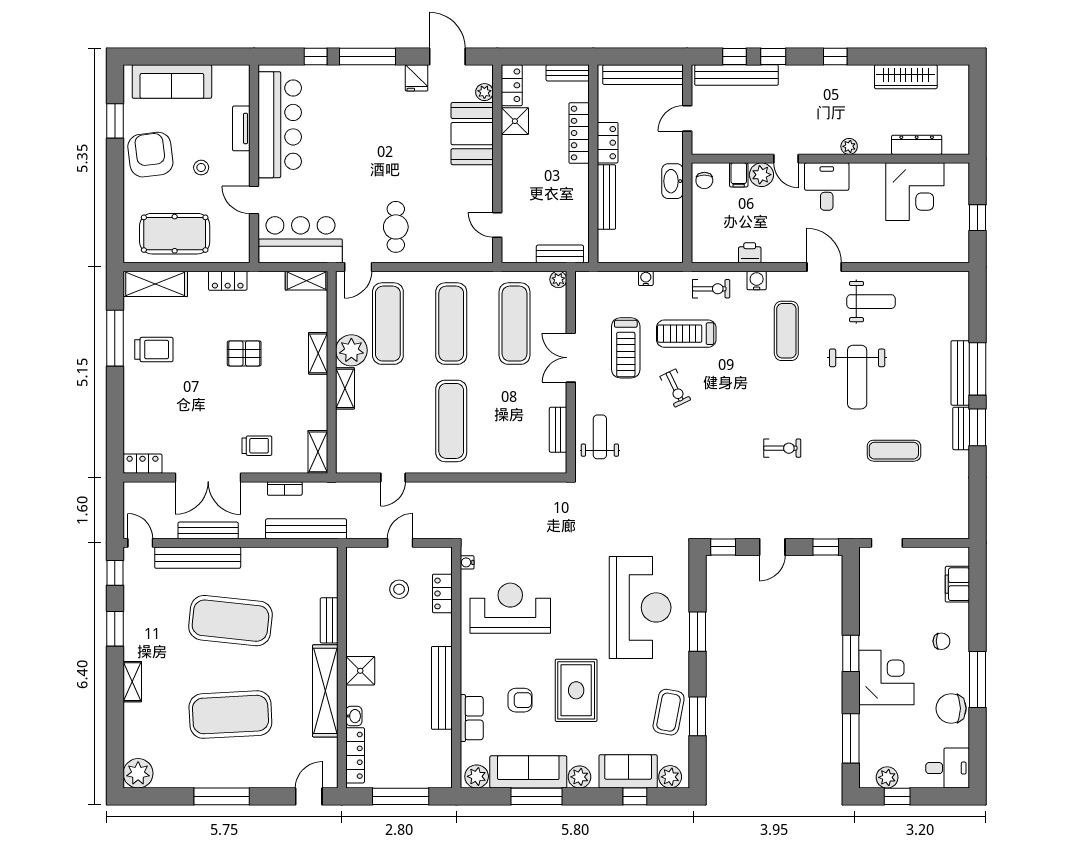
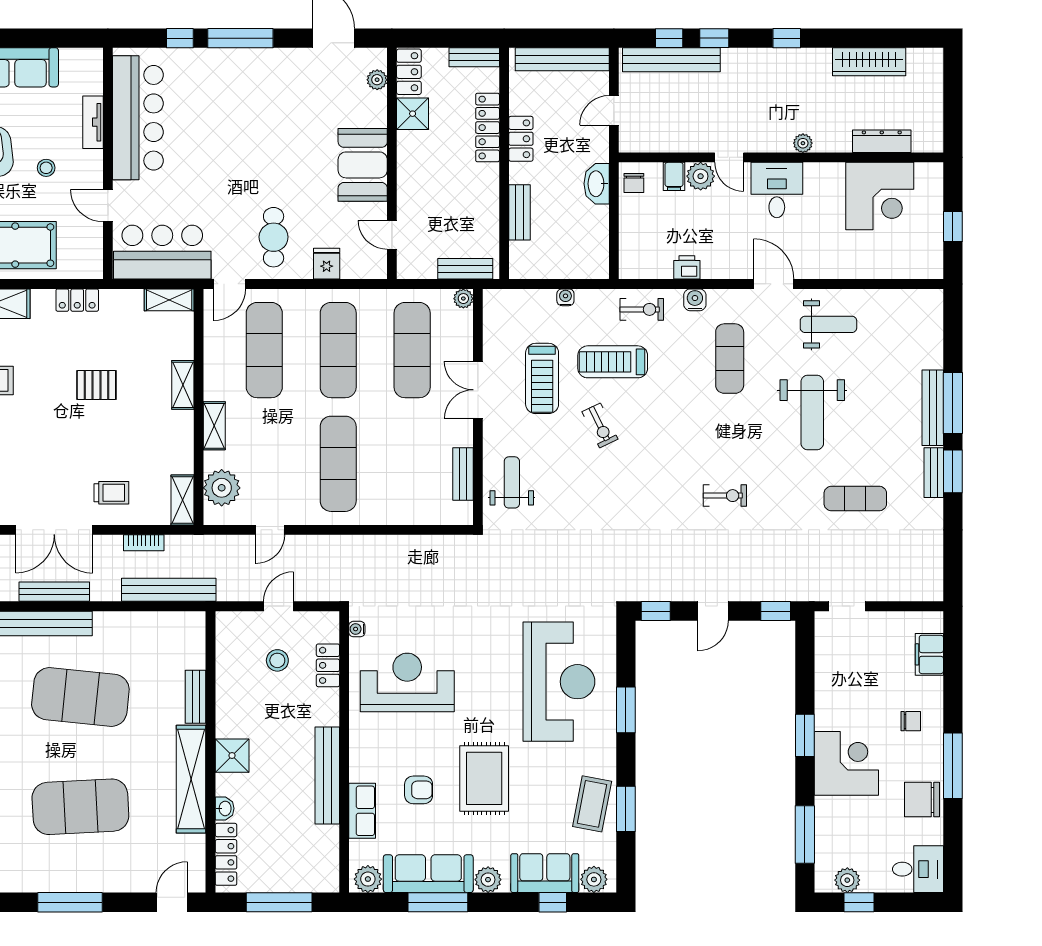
fridge: (417, 78) -> (327, 264), moved, turned 180
booth: (472, 134) -> (363, 165), moved
bench: (606, 197) -> (519, 212), width x0.73
plant: (351, 350) -> (222, 488), moved

